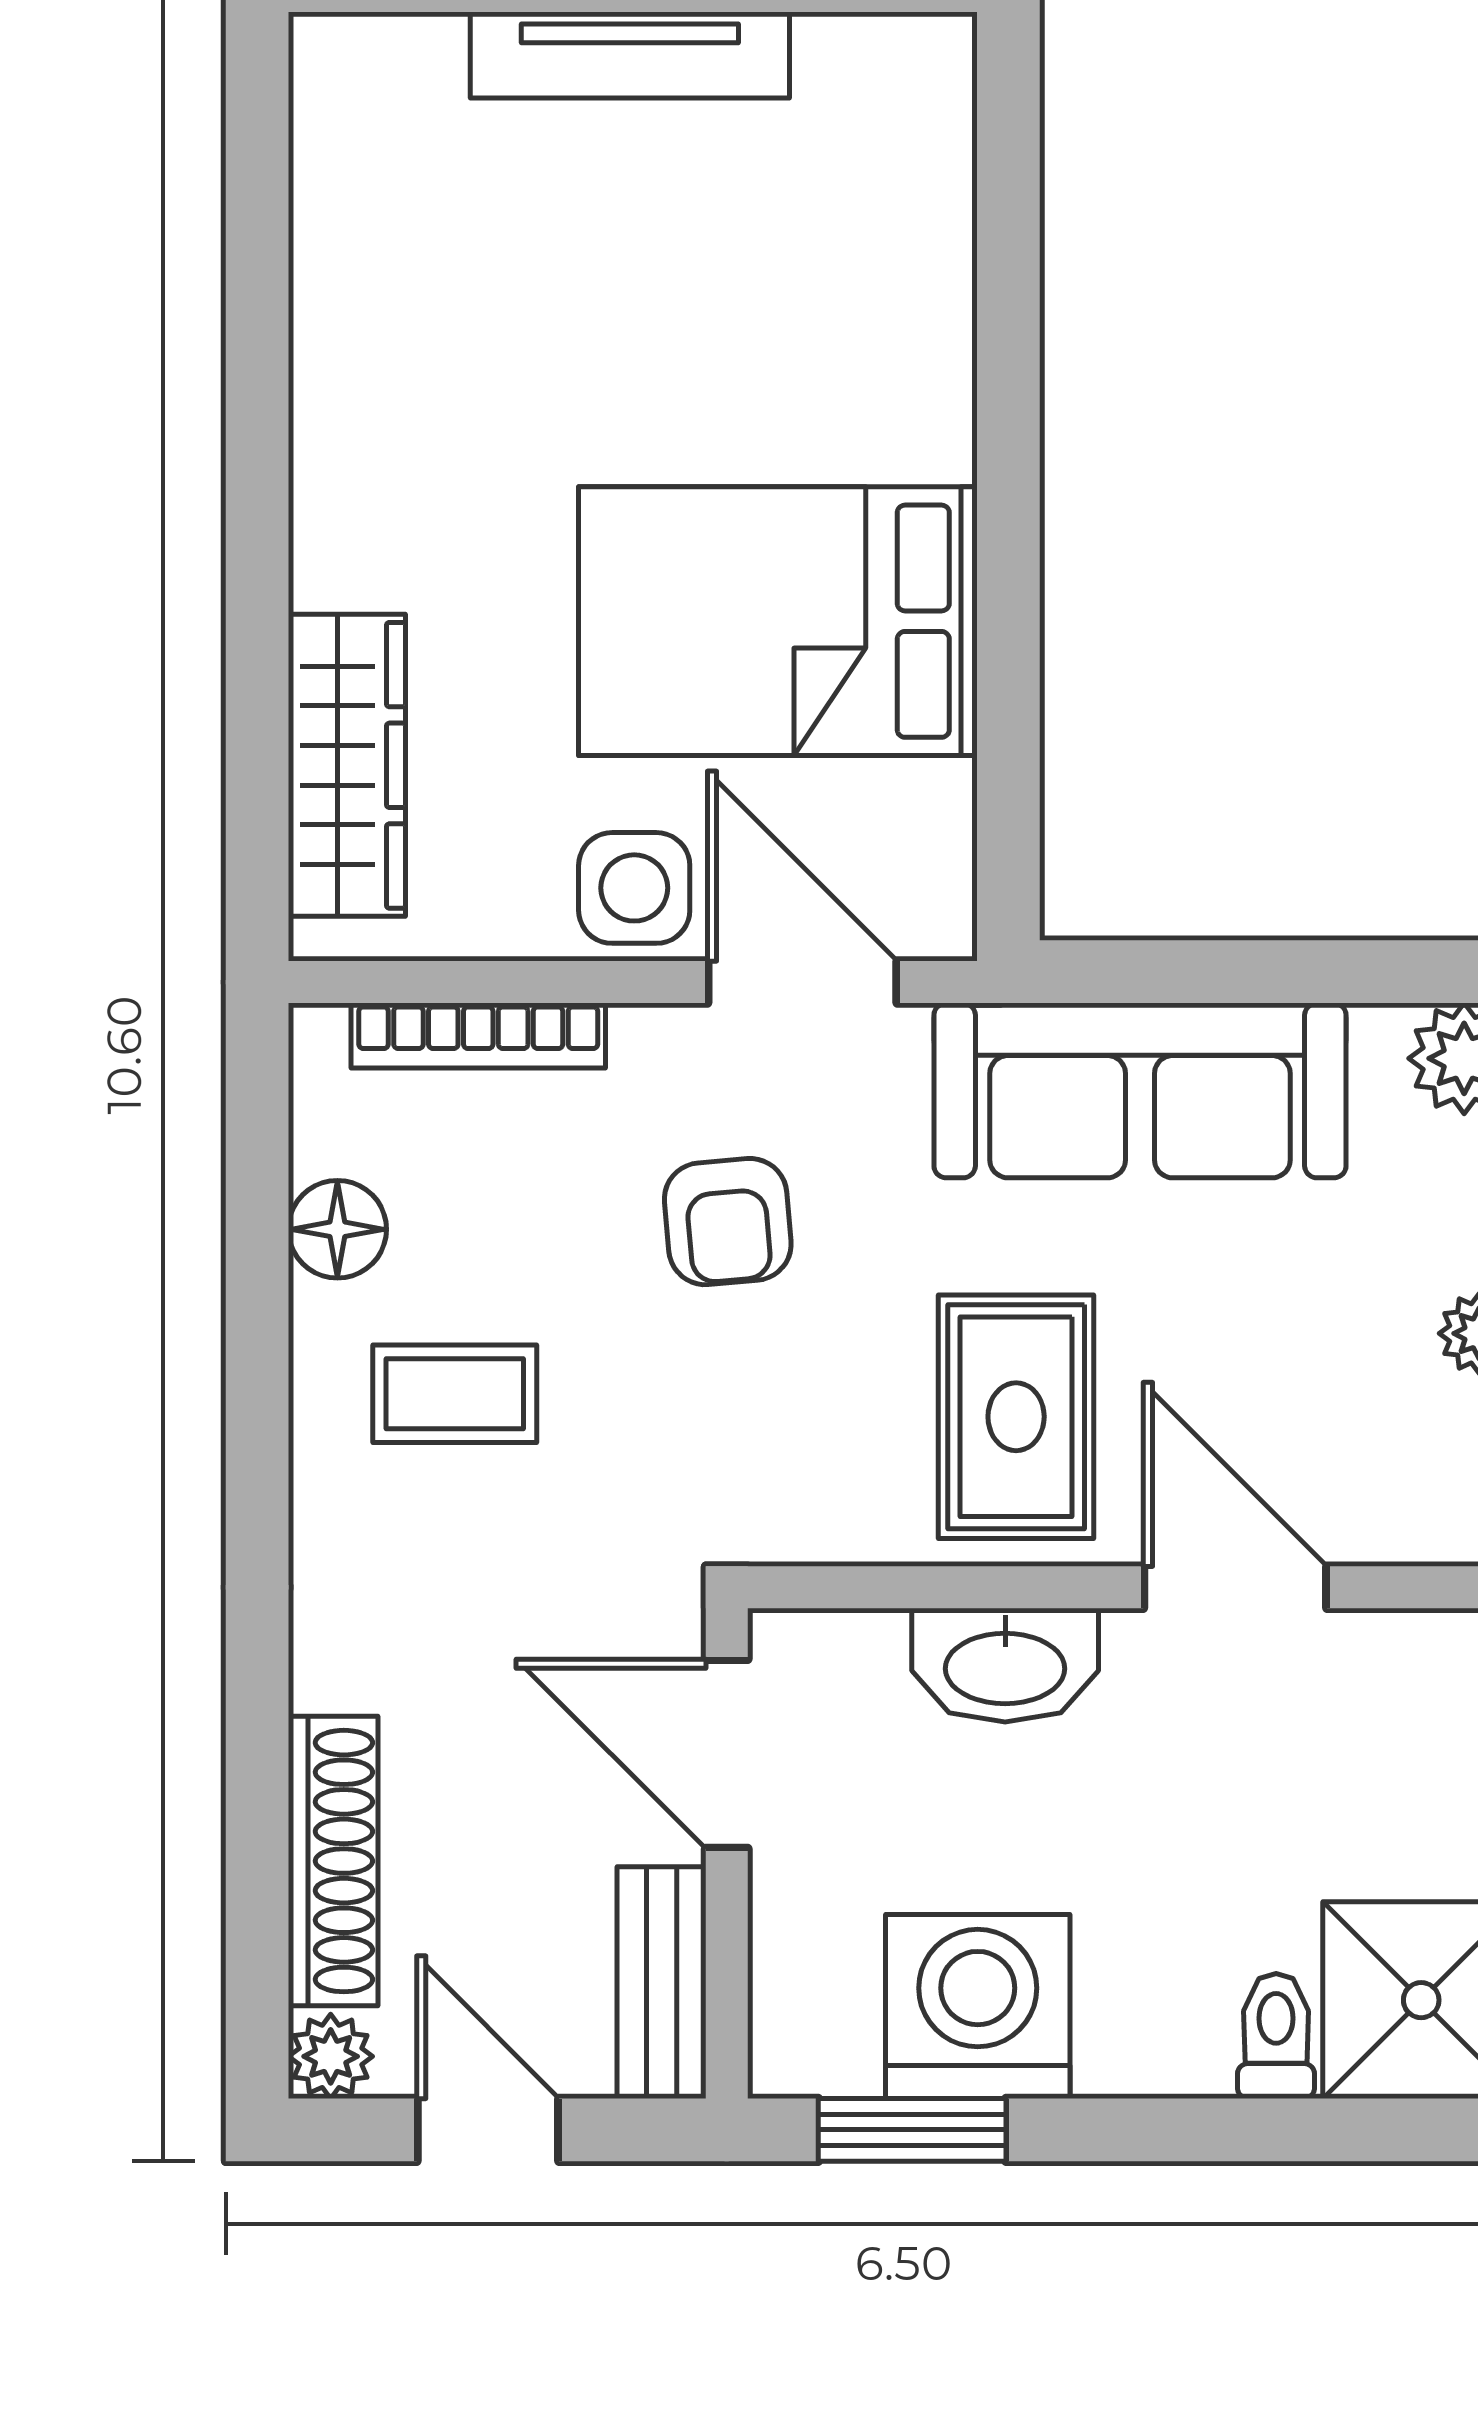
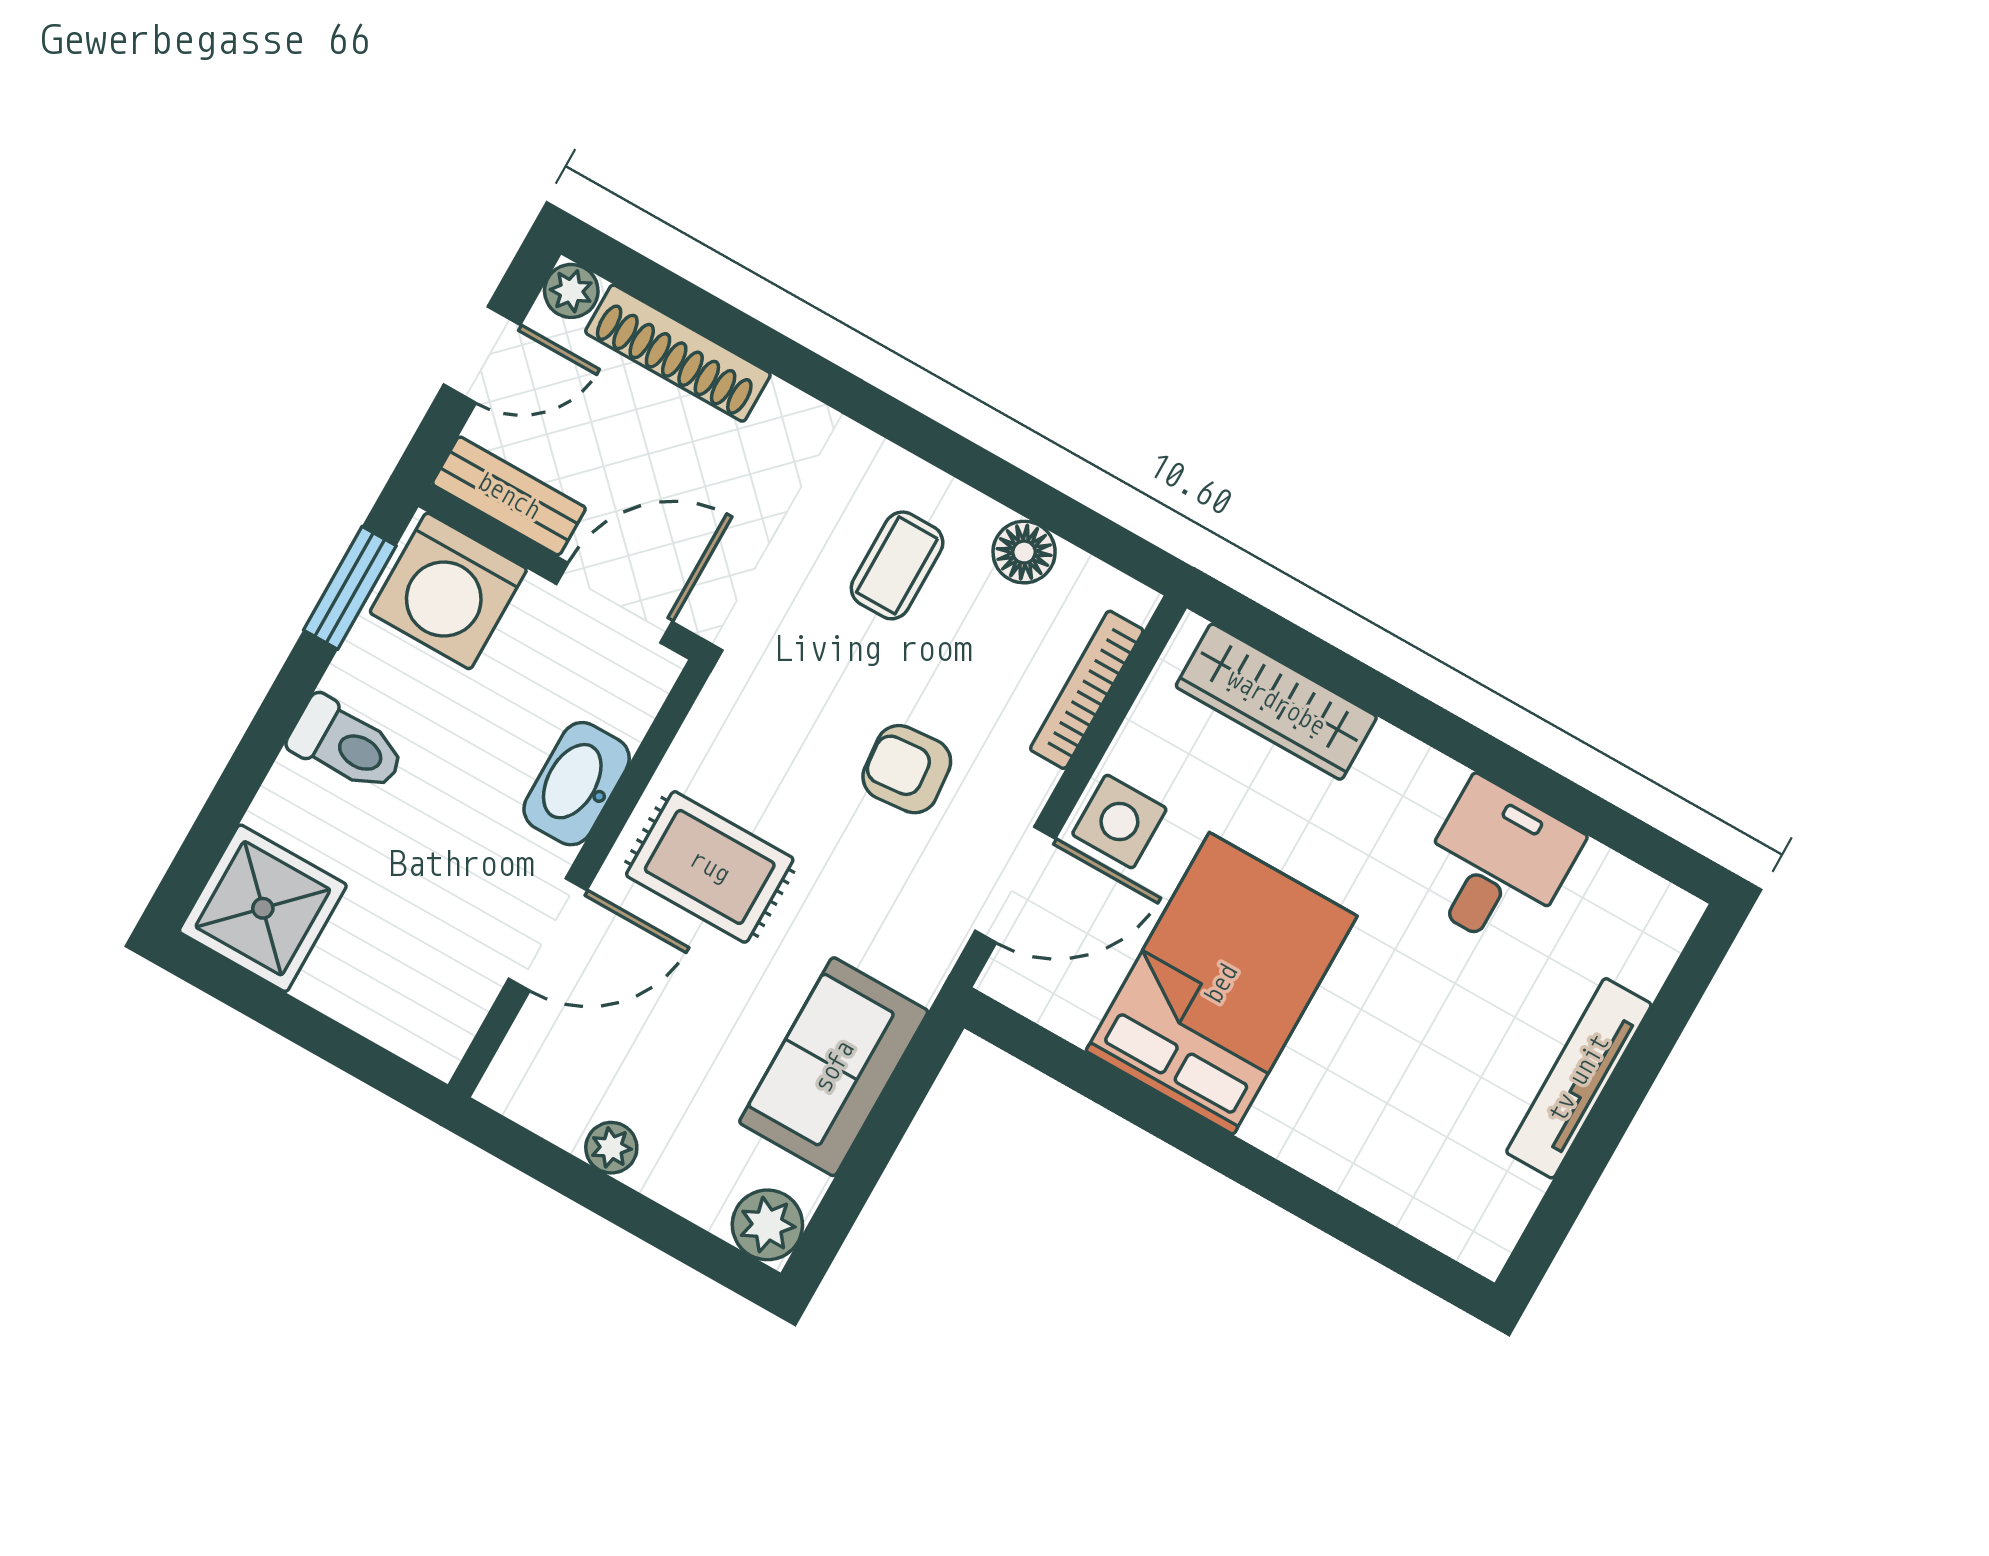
desk: (400, 334) -> (1497, 865), added
sofa: (1140, 1090) -> (834, 1067), width x0.73
washing machine: (978, 2006) -> (448, 591), moved, turned 90
toilet: (1276, 2036) -> (347, 745), moved, width x1.37, depth x1.39

